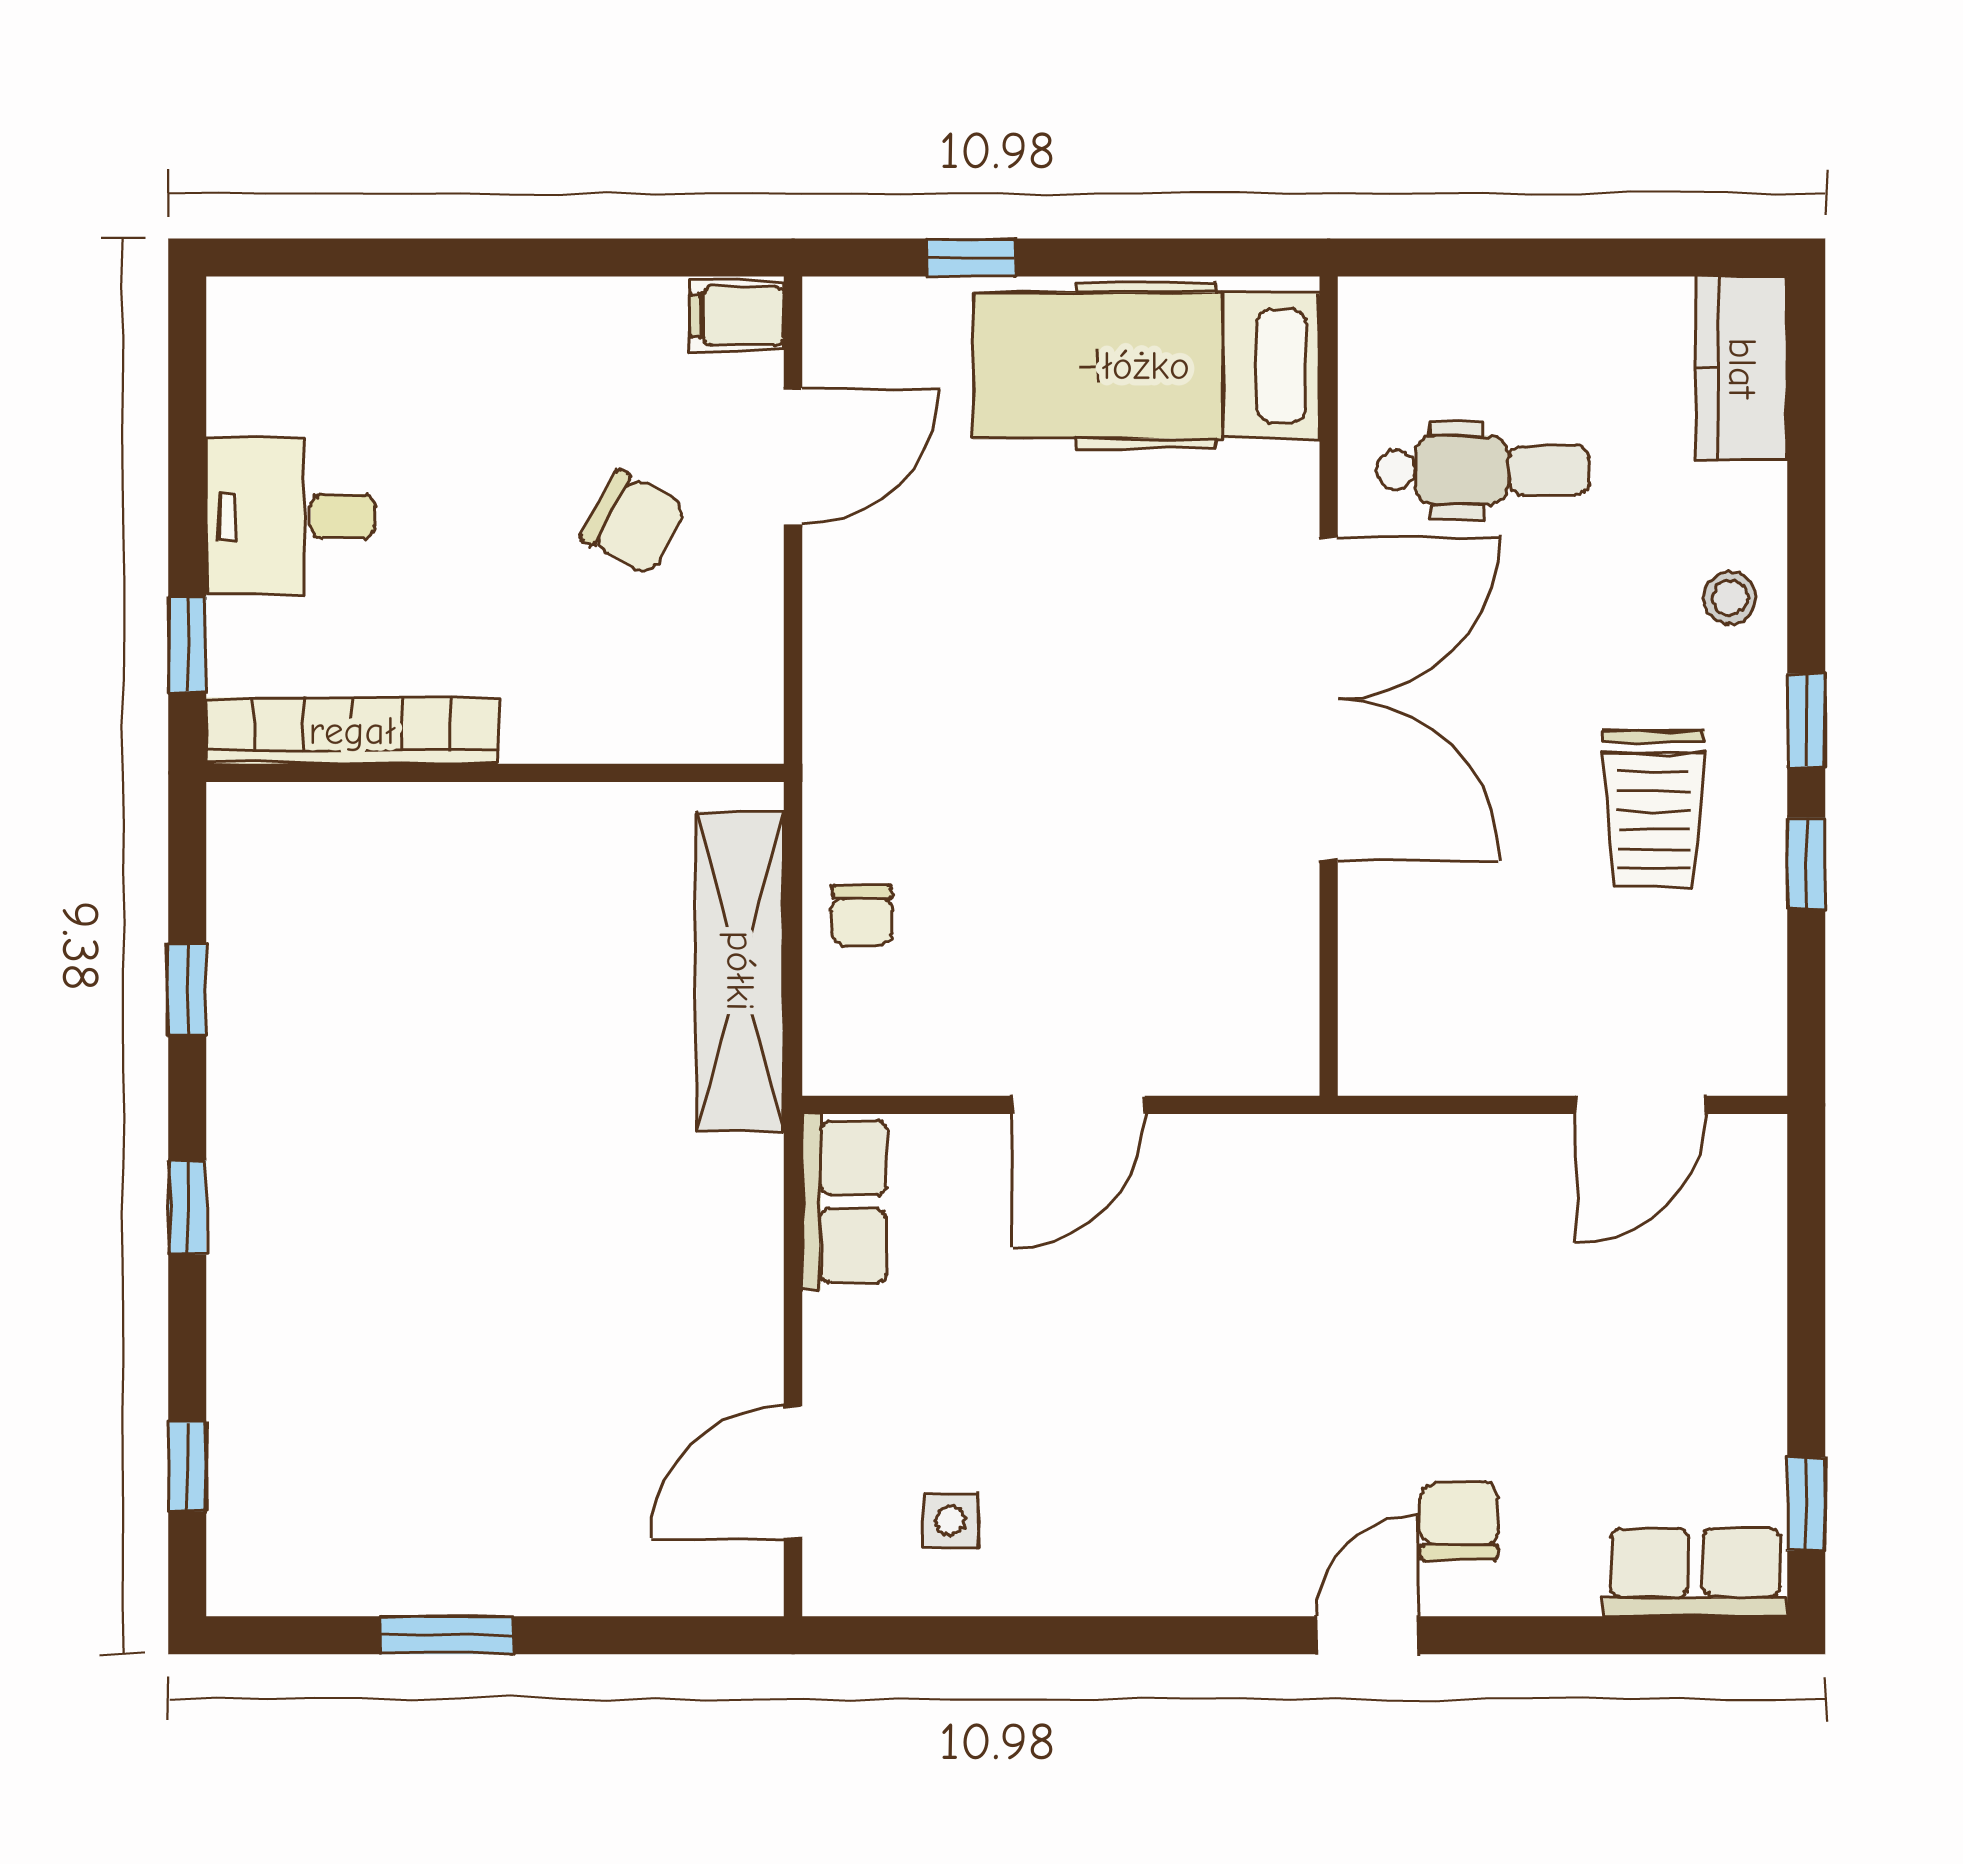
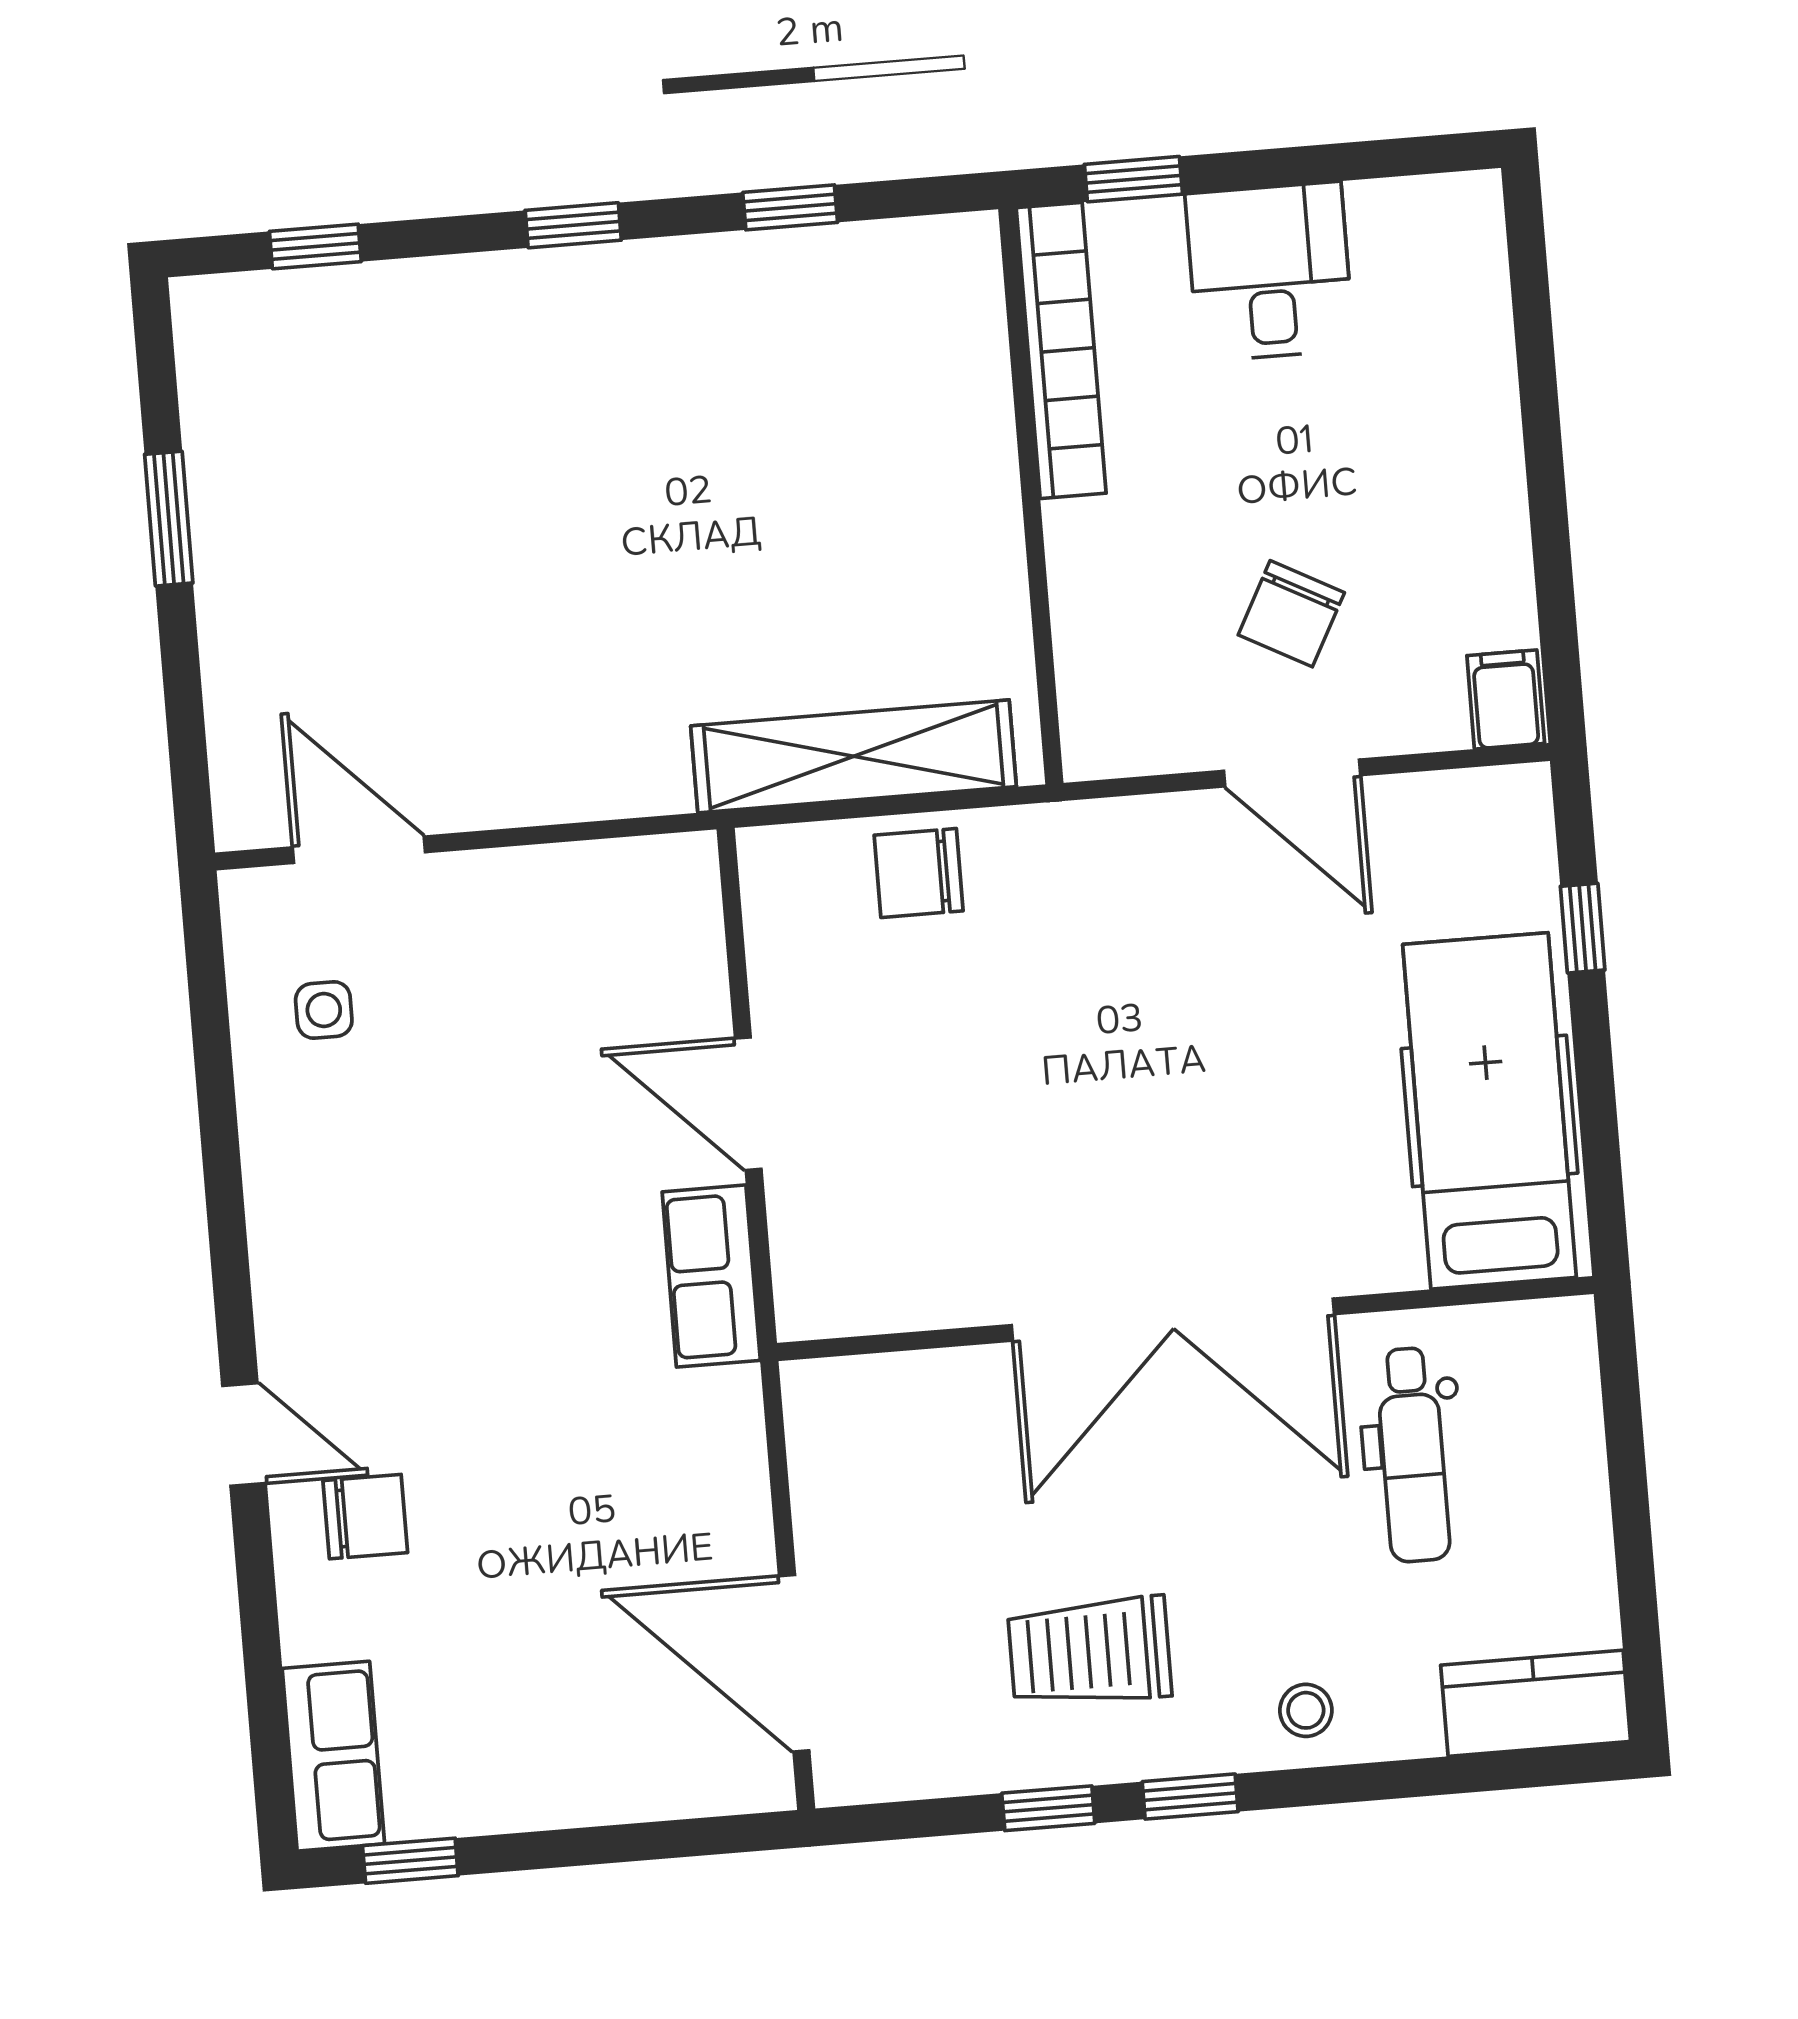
door: (793, 456) -> (1292, 773), moved
chair: (862, 916) -> (919, 873), width x1.37, depth x1.37
door: (1641, 1105) -> (794, 1663), width x1.36
row of seats: (844, 1202) -> (711, 1276), moved, turned 90

